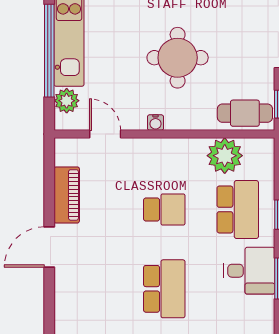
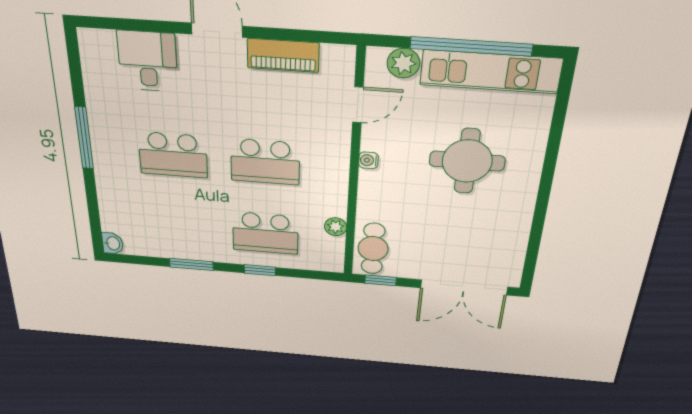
round table: (178, 58) -> (467, 161), moved
plant: (225, 156) -> (336, 227), width x0.53, depth x0.53
school desk: (164, 210) -> (265, 162), width x1.85
desk: (249, 271) -> (148, 61), moved, turned 180

